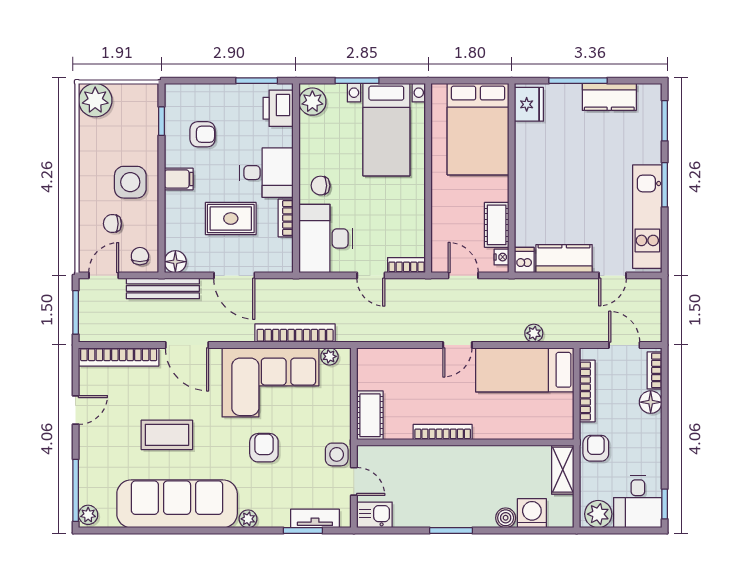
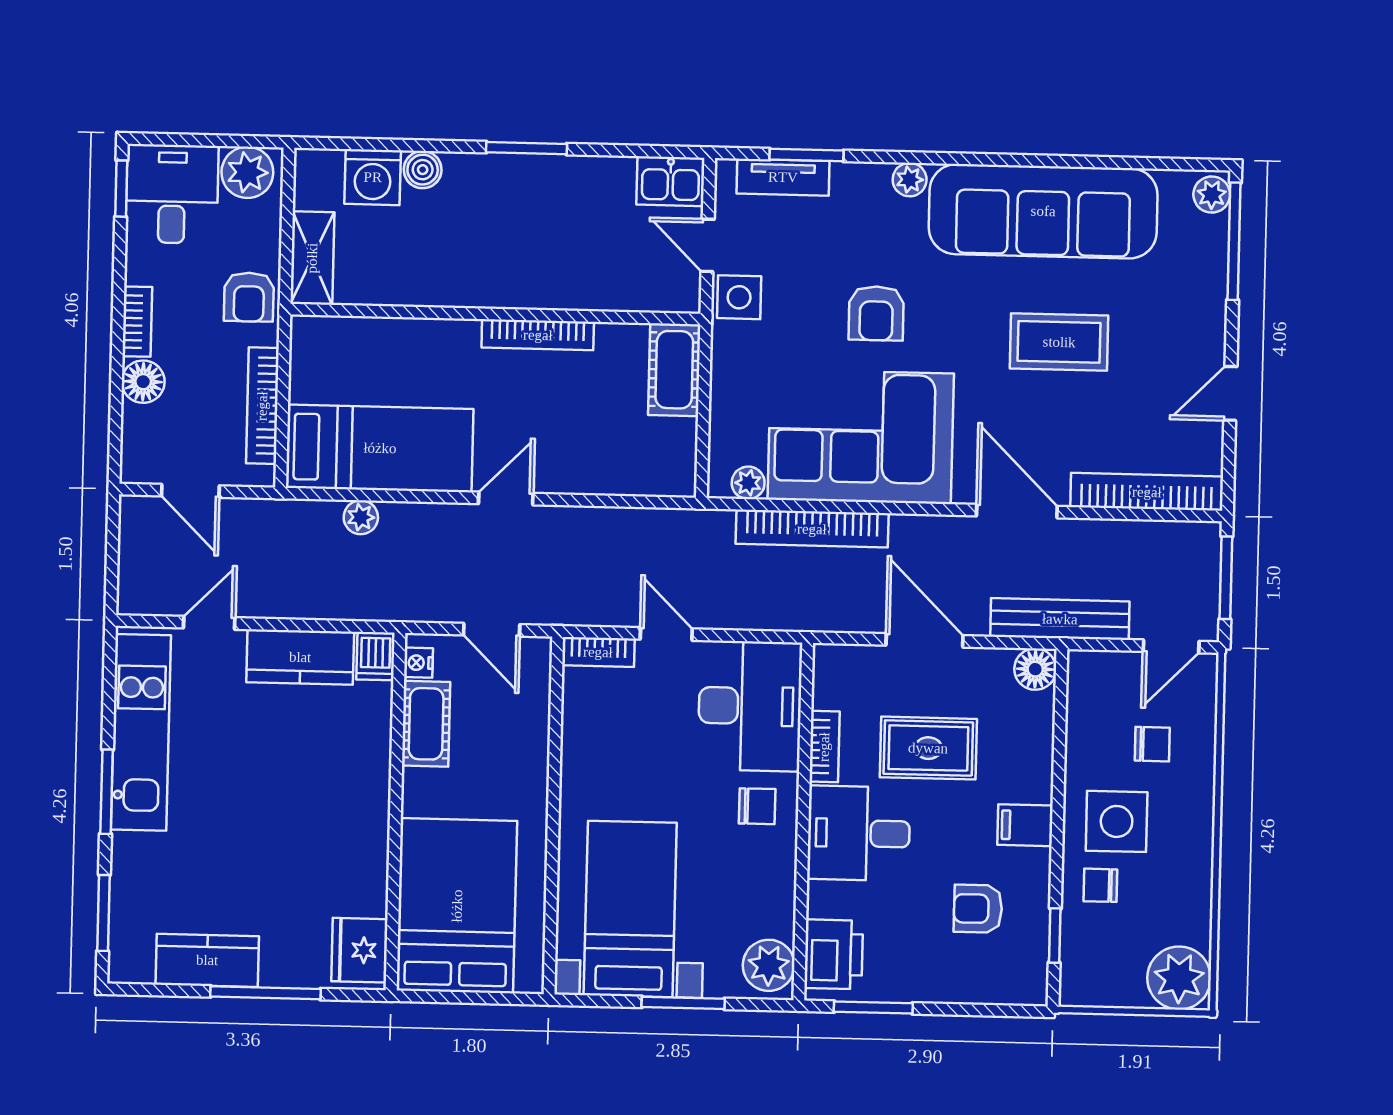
chair: (140, 256) -> (1100, 885), moved, turned 90
bookcase: (654, 370) -> (137, 322), moved

